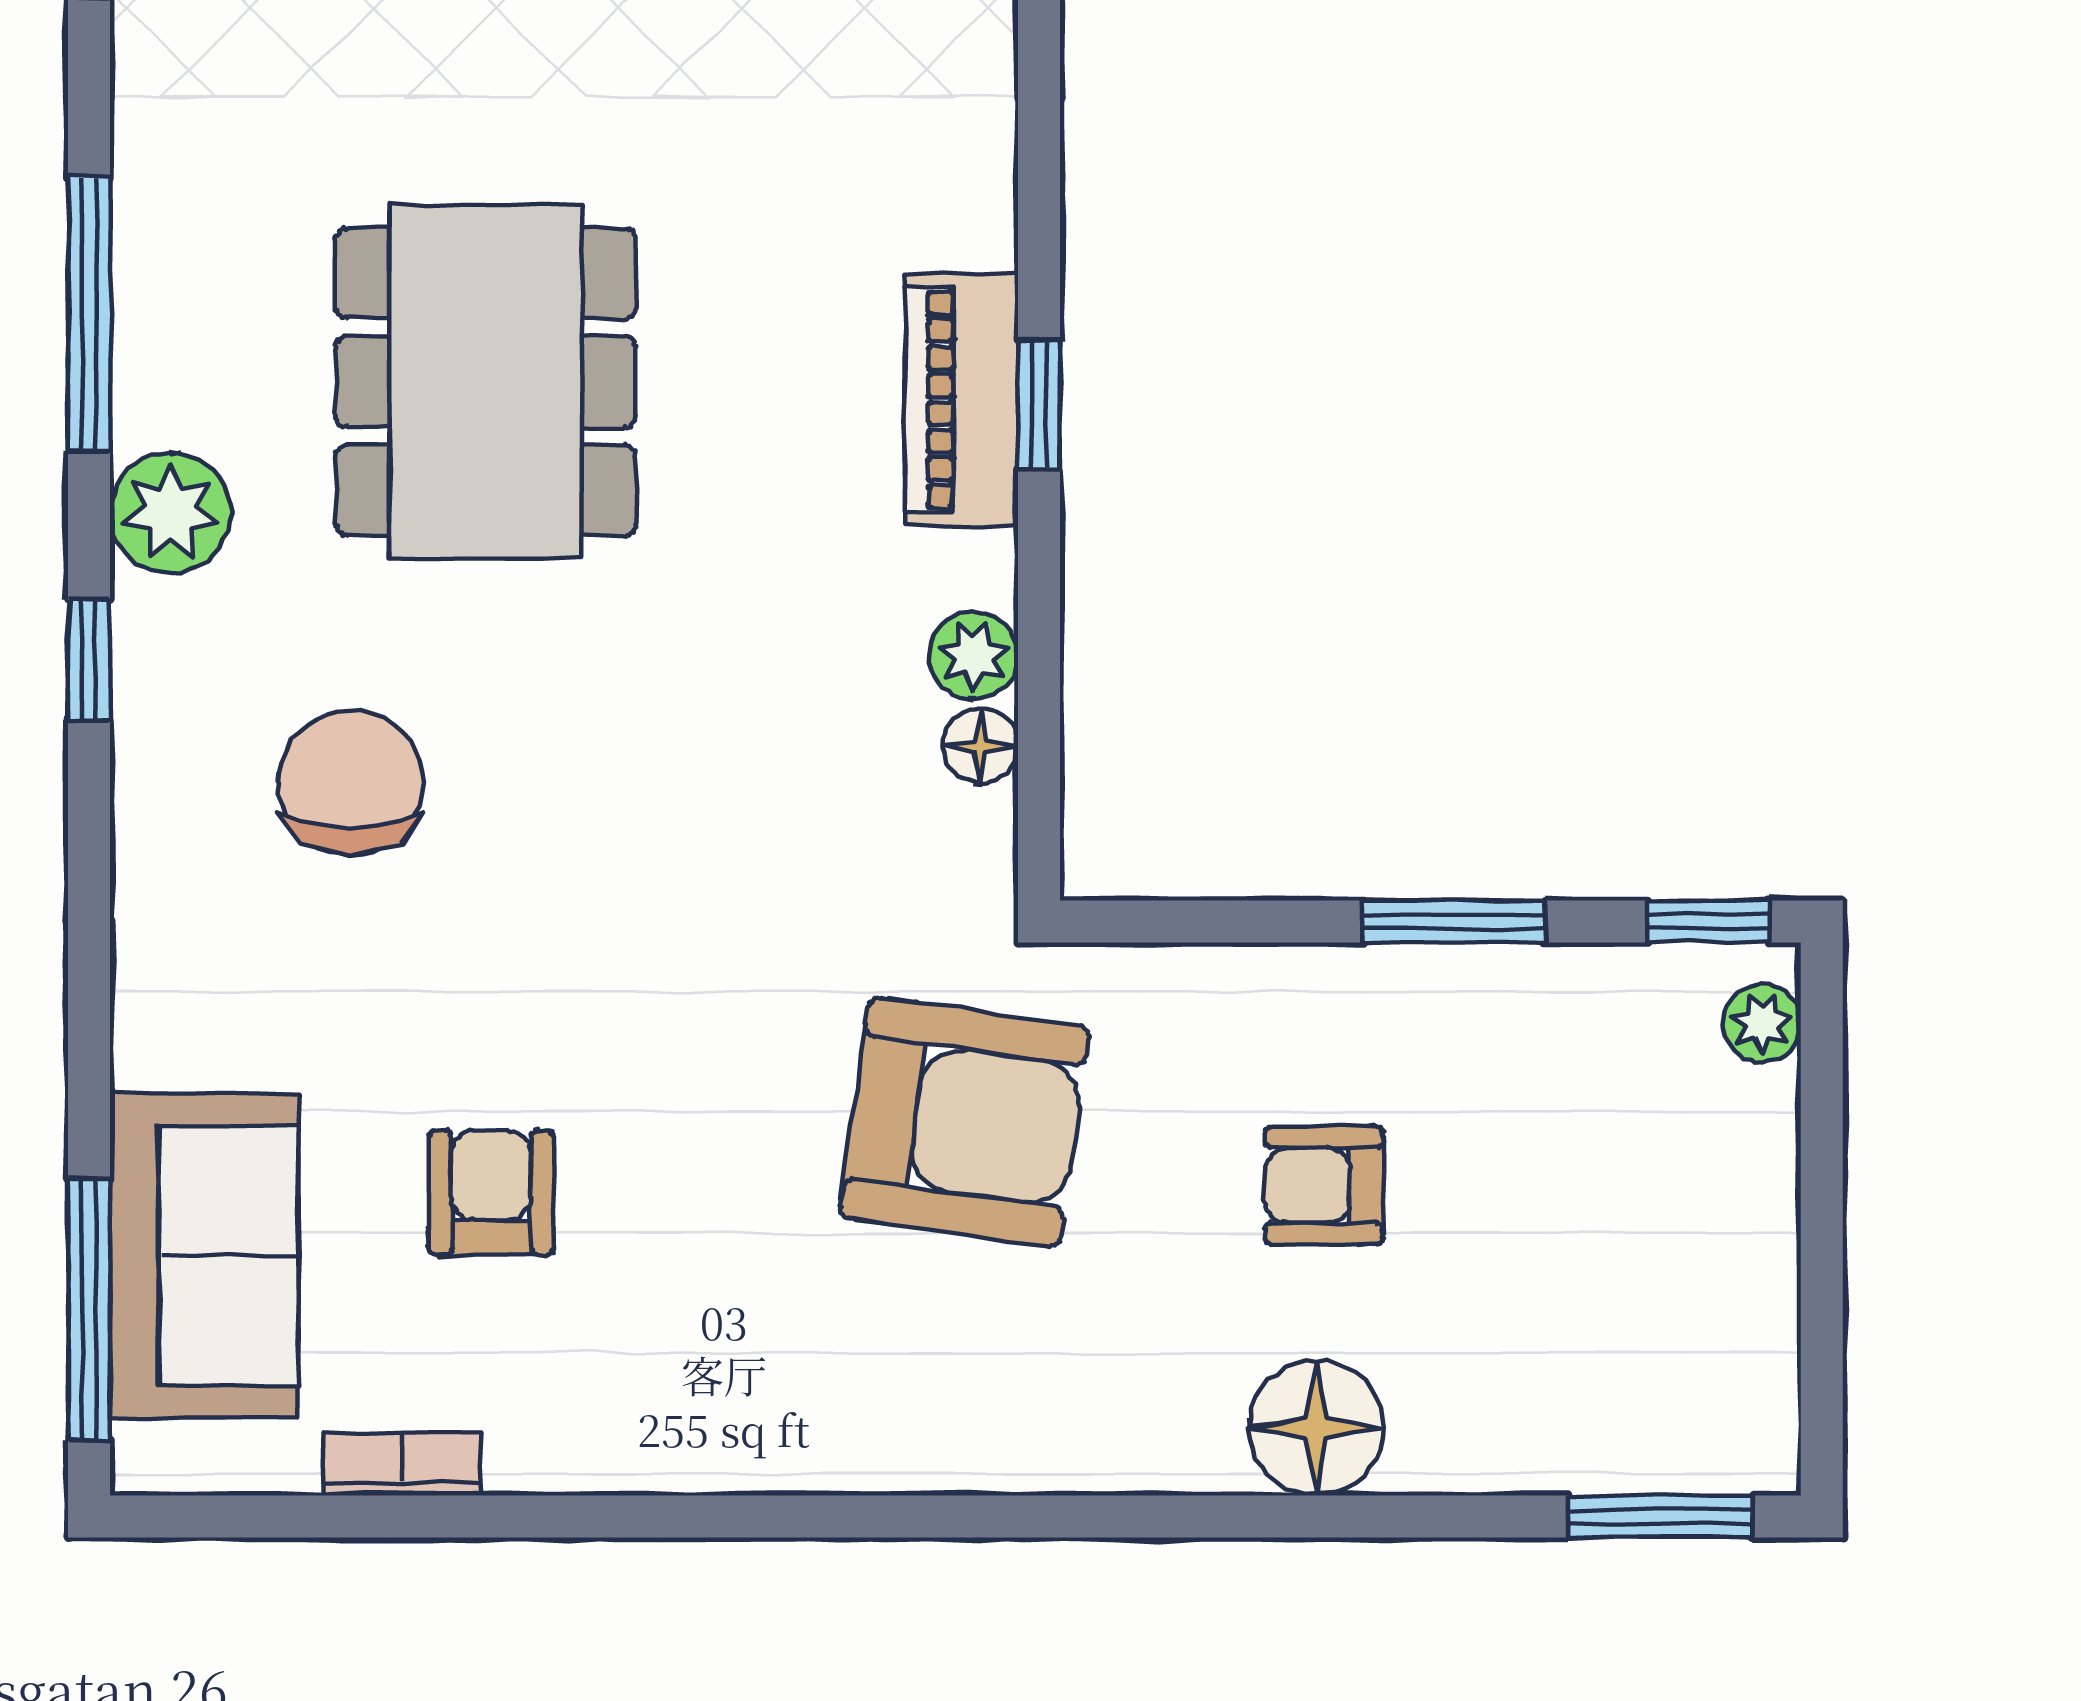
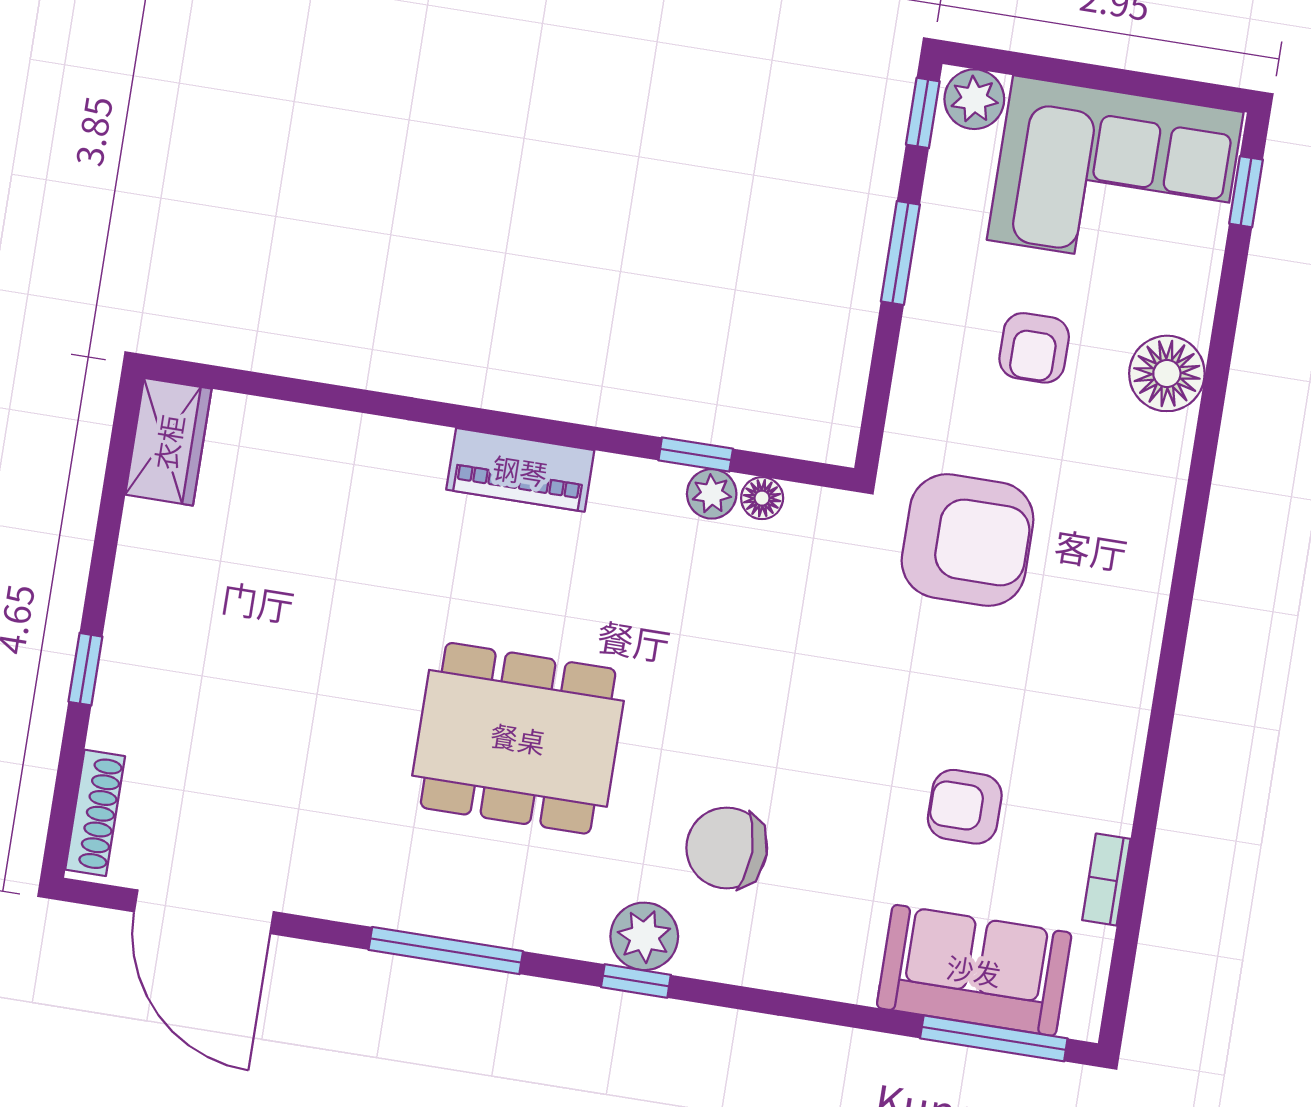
piano: (962, 400) -> (520, 470), moved
window: (1039, 405) -> (696, 454), moved
plant: (171, 513) -> (644, 936), moved
plant: (1762, 1023) -> (974, 99), width x1.38, depth x1.38
armchair: (964, 1122) -> (968, 540), turned 82
corner sofa: (1651, 1280) -> (1115, 176), added
window: (1661, 1517) -> (1246, 192), width x0.67

